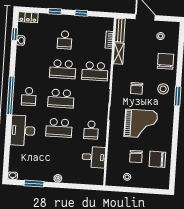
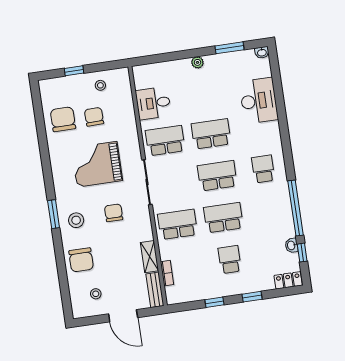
window: (11, 95) -> (296, 208), moved
school desk: (91, 130) -> (165, 141), width x1.85
desk: (23, 131) -> (259, 101), moved
chair: (157, 159) -> (63, 119), turned -90
window: (143, 191) -> (74, 71), added

